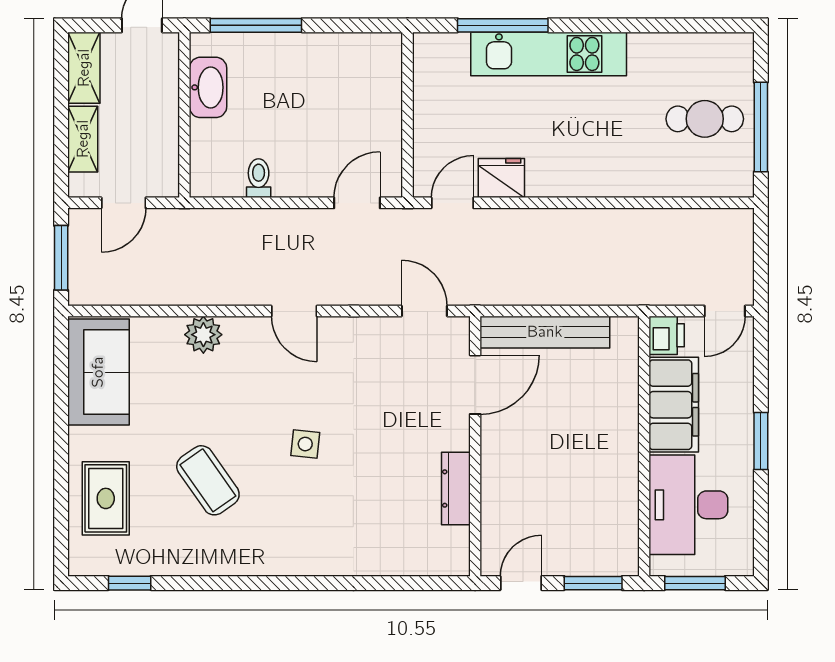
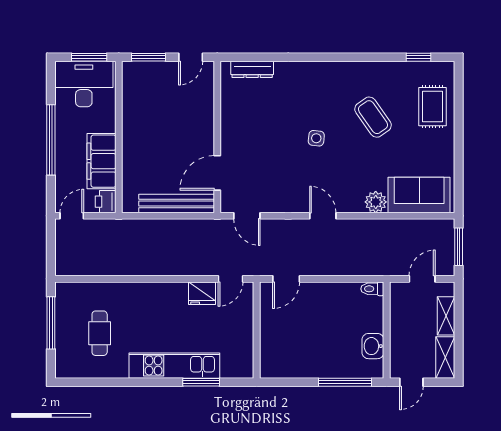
window: (503, 25) -> (201, 382), width x0.69
washbasin: (208, 87) -> (373, 346), width x0.72
cafe table: (705, 119) -> (100, 333), moved, turned 90
toilet: (259, 178) -> (372, 289), moved, turned 90
sofa: (98, 372) -> (419, 195), moved, turned 90
window: (761, 441) -> (51, 140), width x2.11
dresser: (456, 489) -> (252, 69), moved, turned 90
desk: (688, 505) -> (84, 84), moved, turned -90

